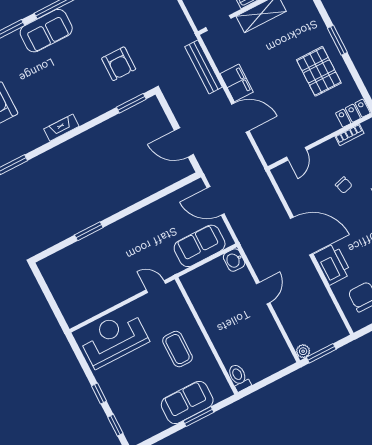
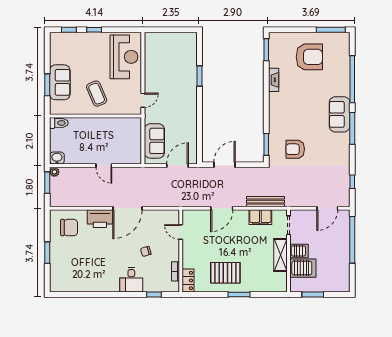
filing cabinet: (237, 83) -> (260, 217), moved
fireplace: (61, 128) -> (274, 80), moved
washbasin: (234, 260) -> (57, 158), moved
coffee table: (177, 349) -> (97, 94), turned 67

